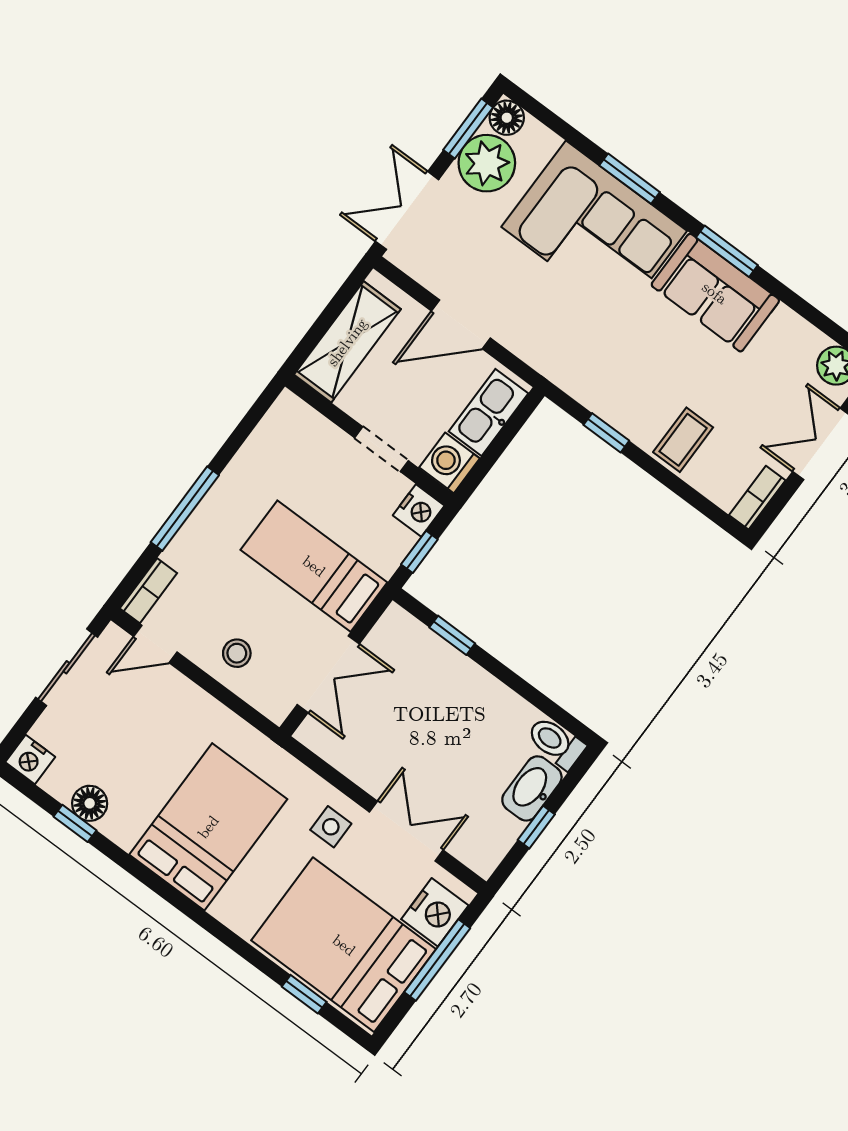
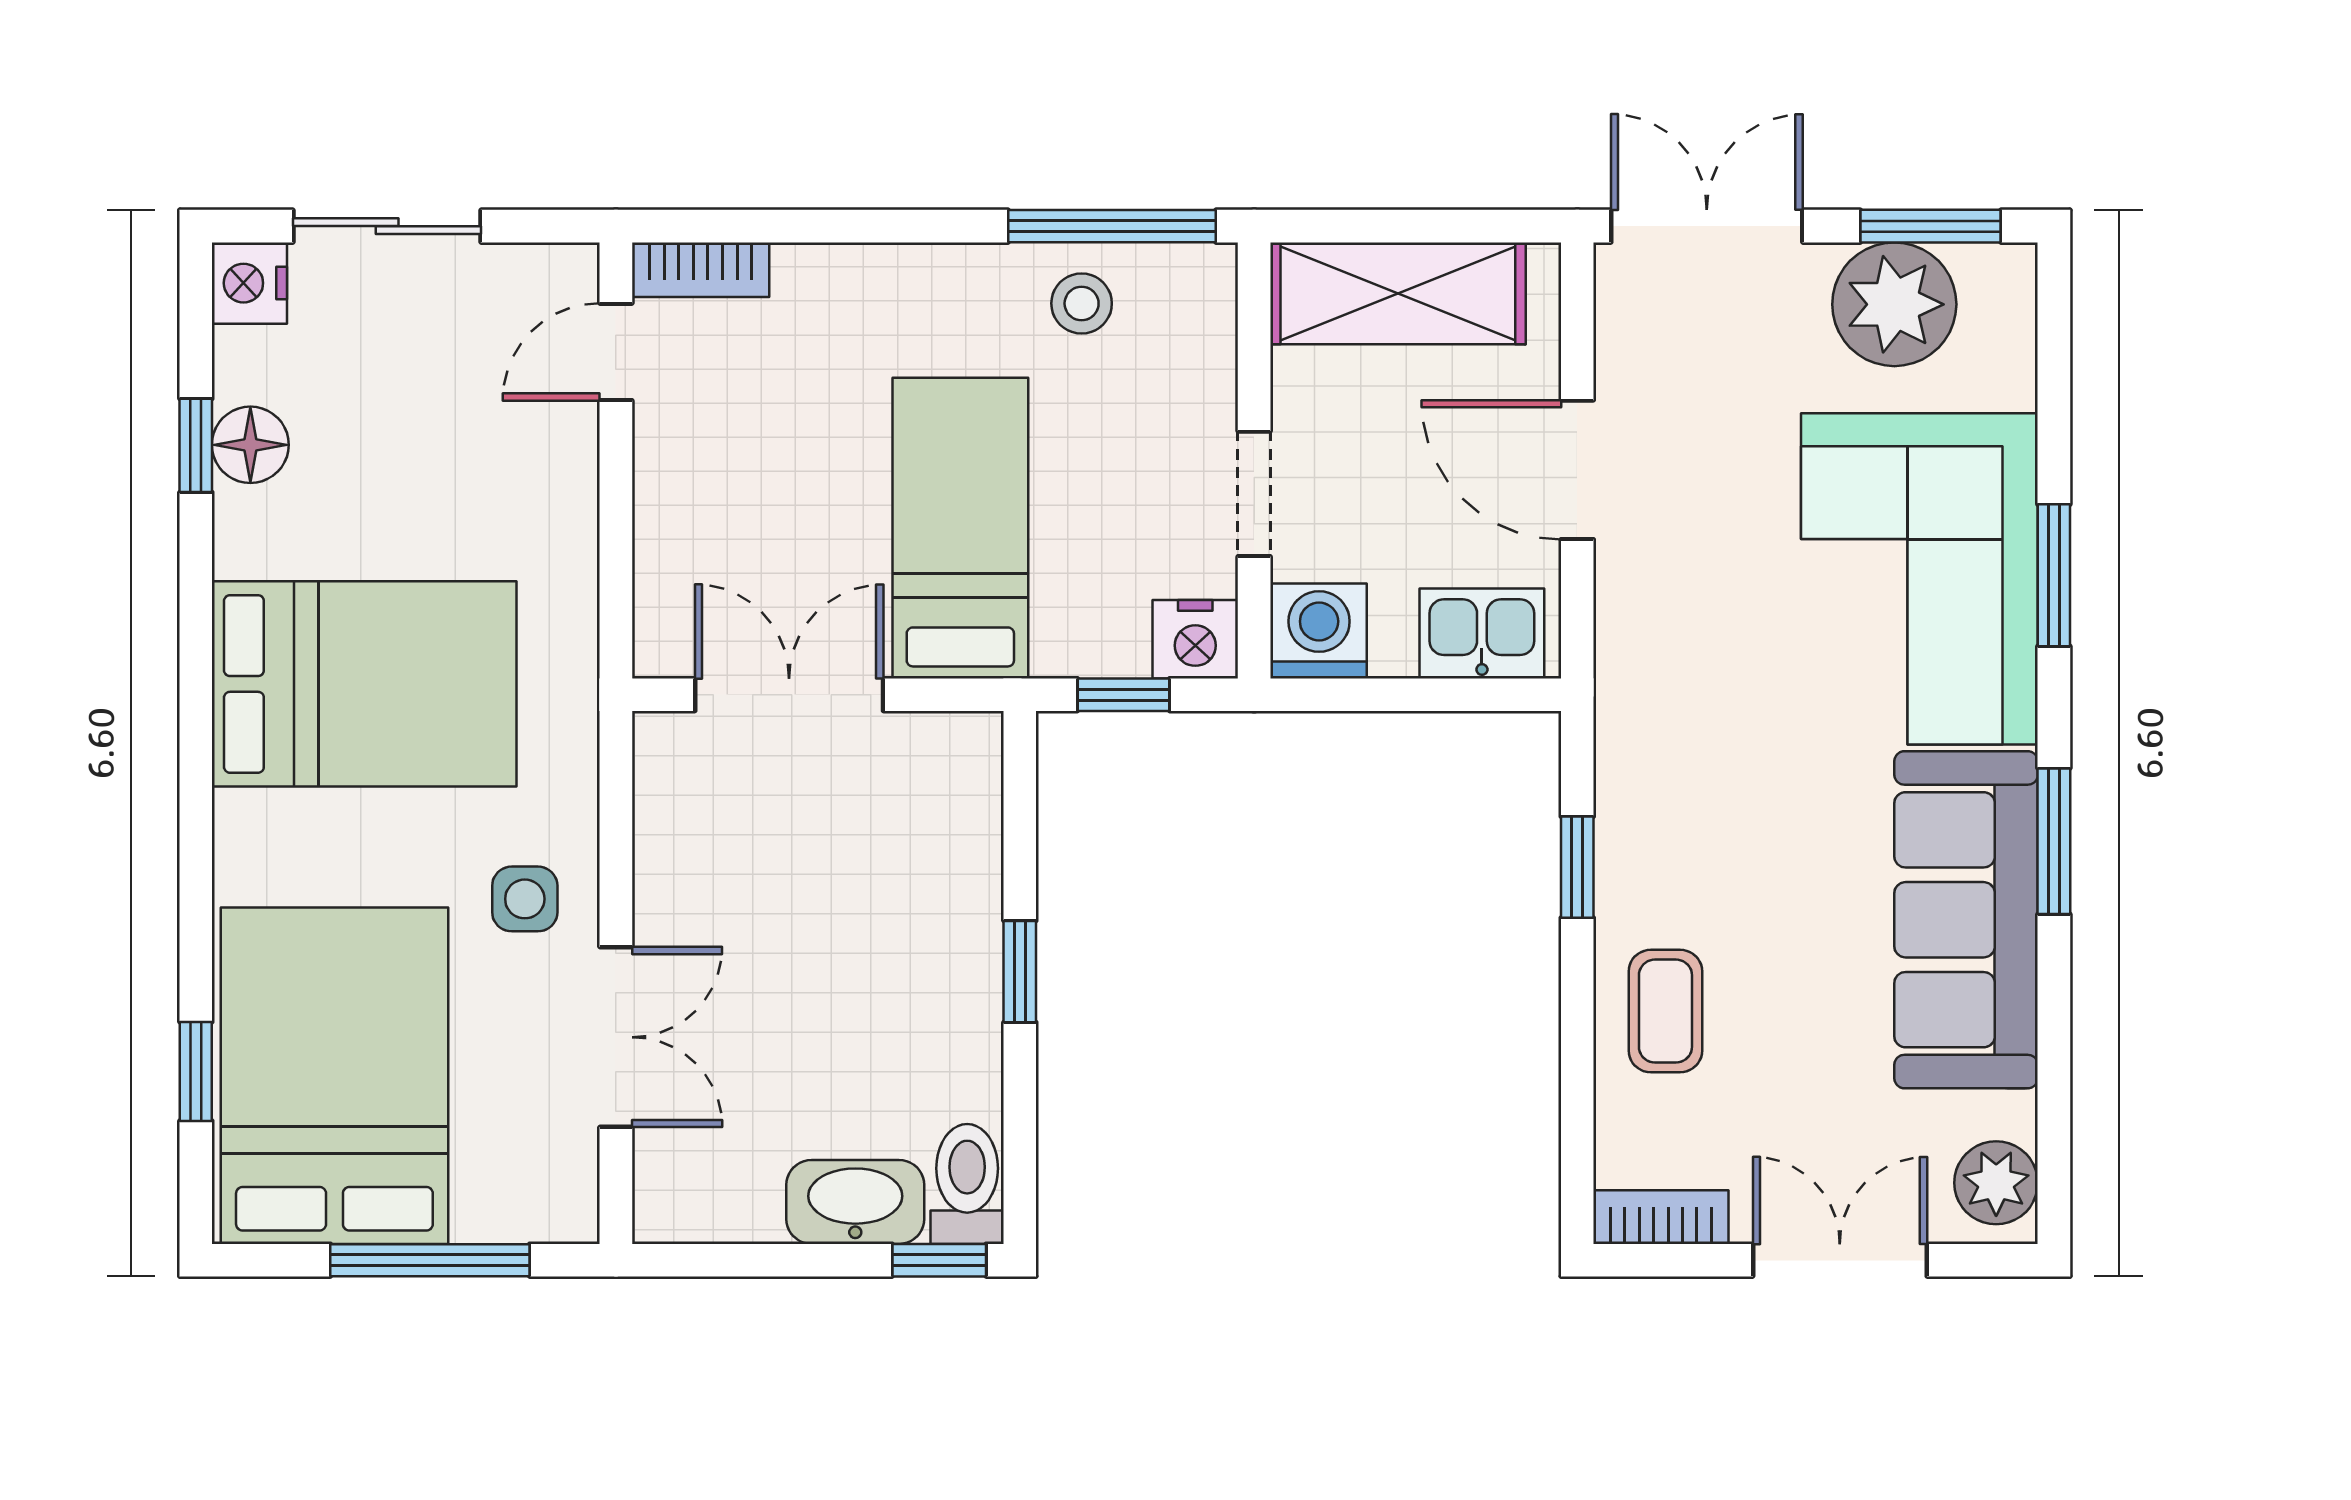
floor lamp: (507, 118) -> (2000, 280), removed
sofa: (715, 293) -> (1966, 920), width x1.36
kitchen sink: (488, 412) -> (1482, 633), width x0.73
coffee table: (683, 440) -> (1665, 1011), turned 90
window: (185, 509) -> (1112, 226), moved
window: (452, 635) -> (1020, 972), moved
door: (155, 644) -> (616, 352), hinge flipped
stool: (237, 653) -> (1082, 303), moved
sliding door: (67, 667) -> (387, 226), moved
double door: (328, 674) -> (789, 695), swing flipped
window: (536, 827) -> (939, 1260), moved
nightstand: (435, 912) -> (511, 1194), removed

